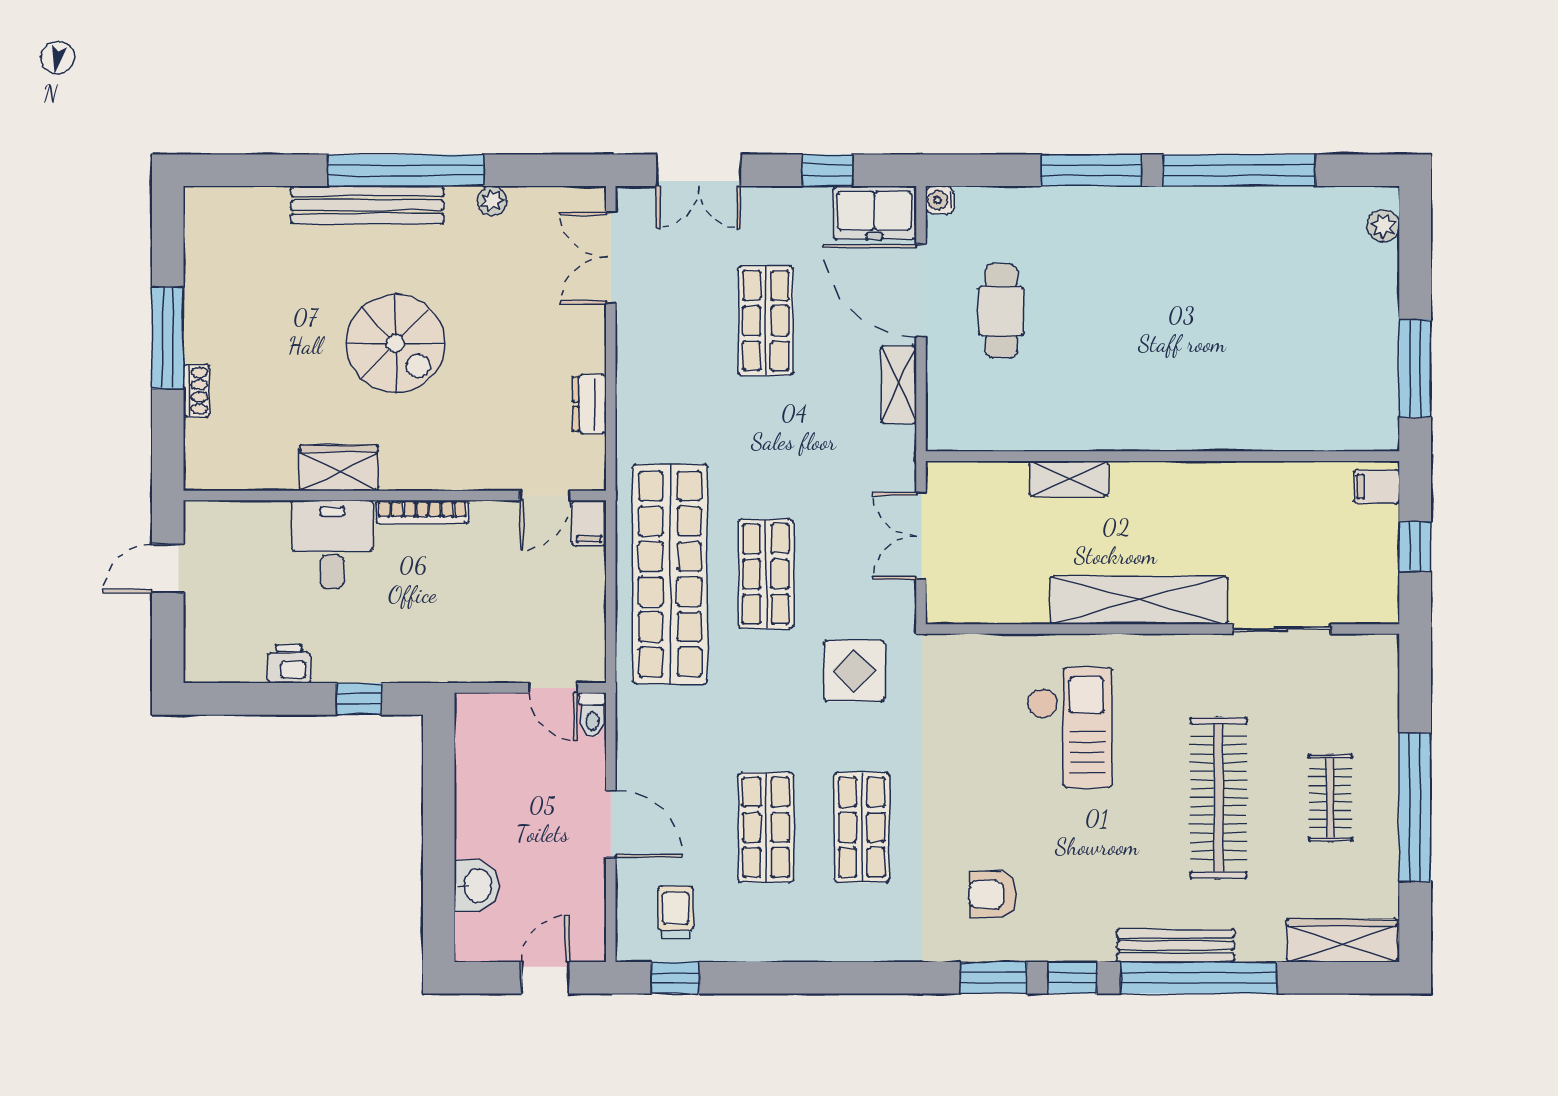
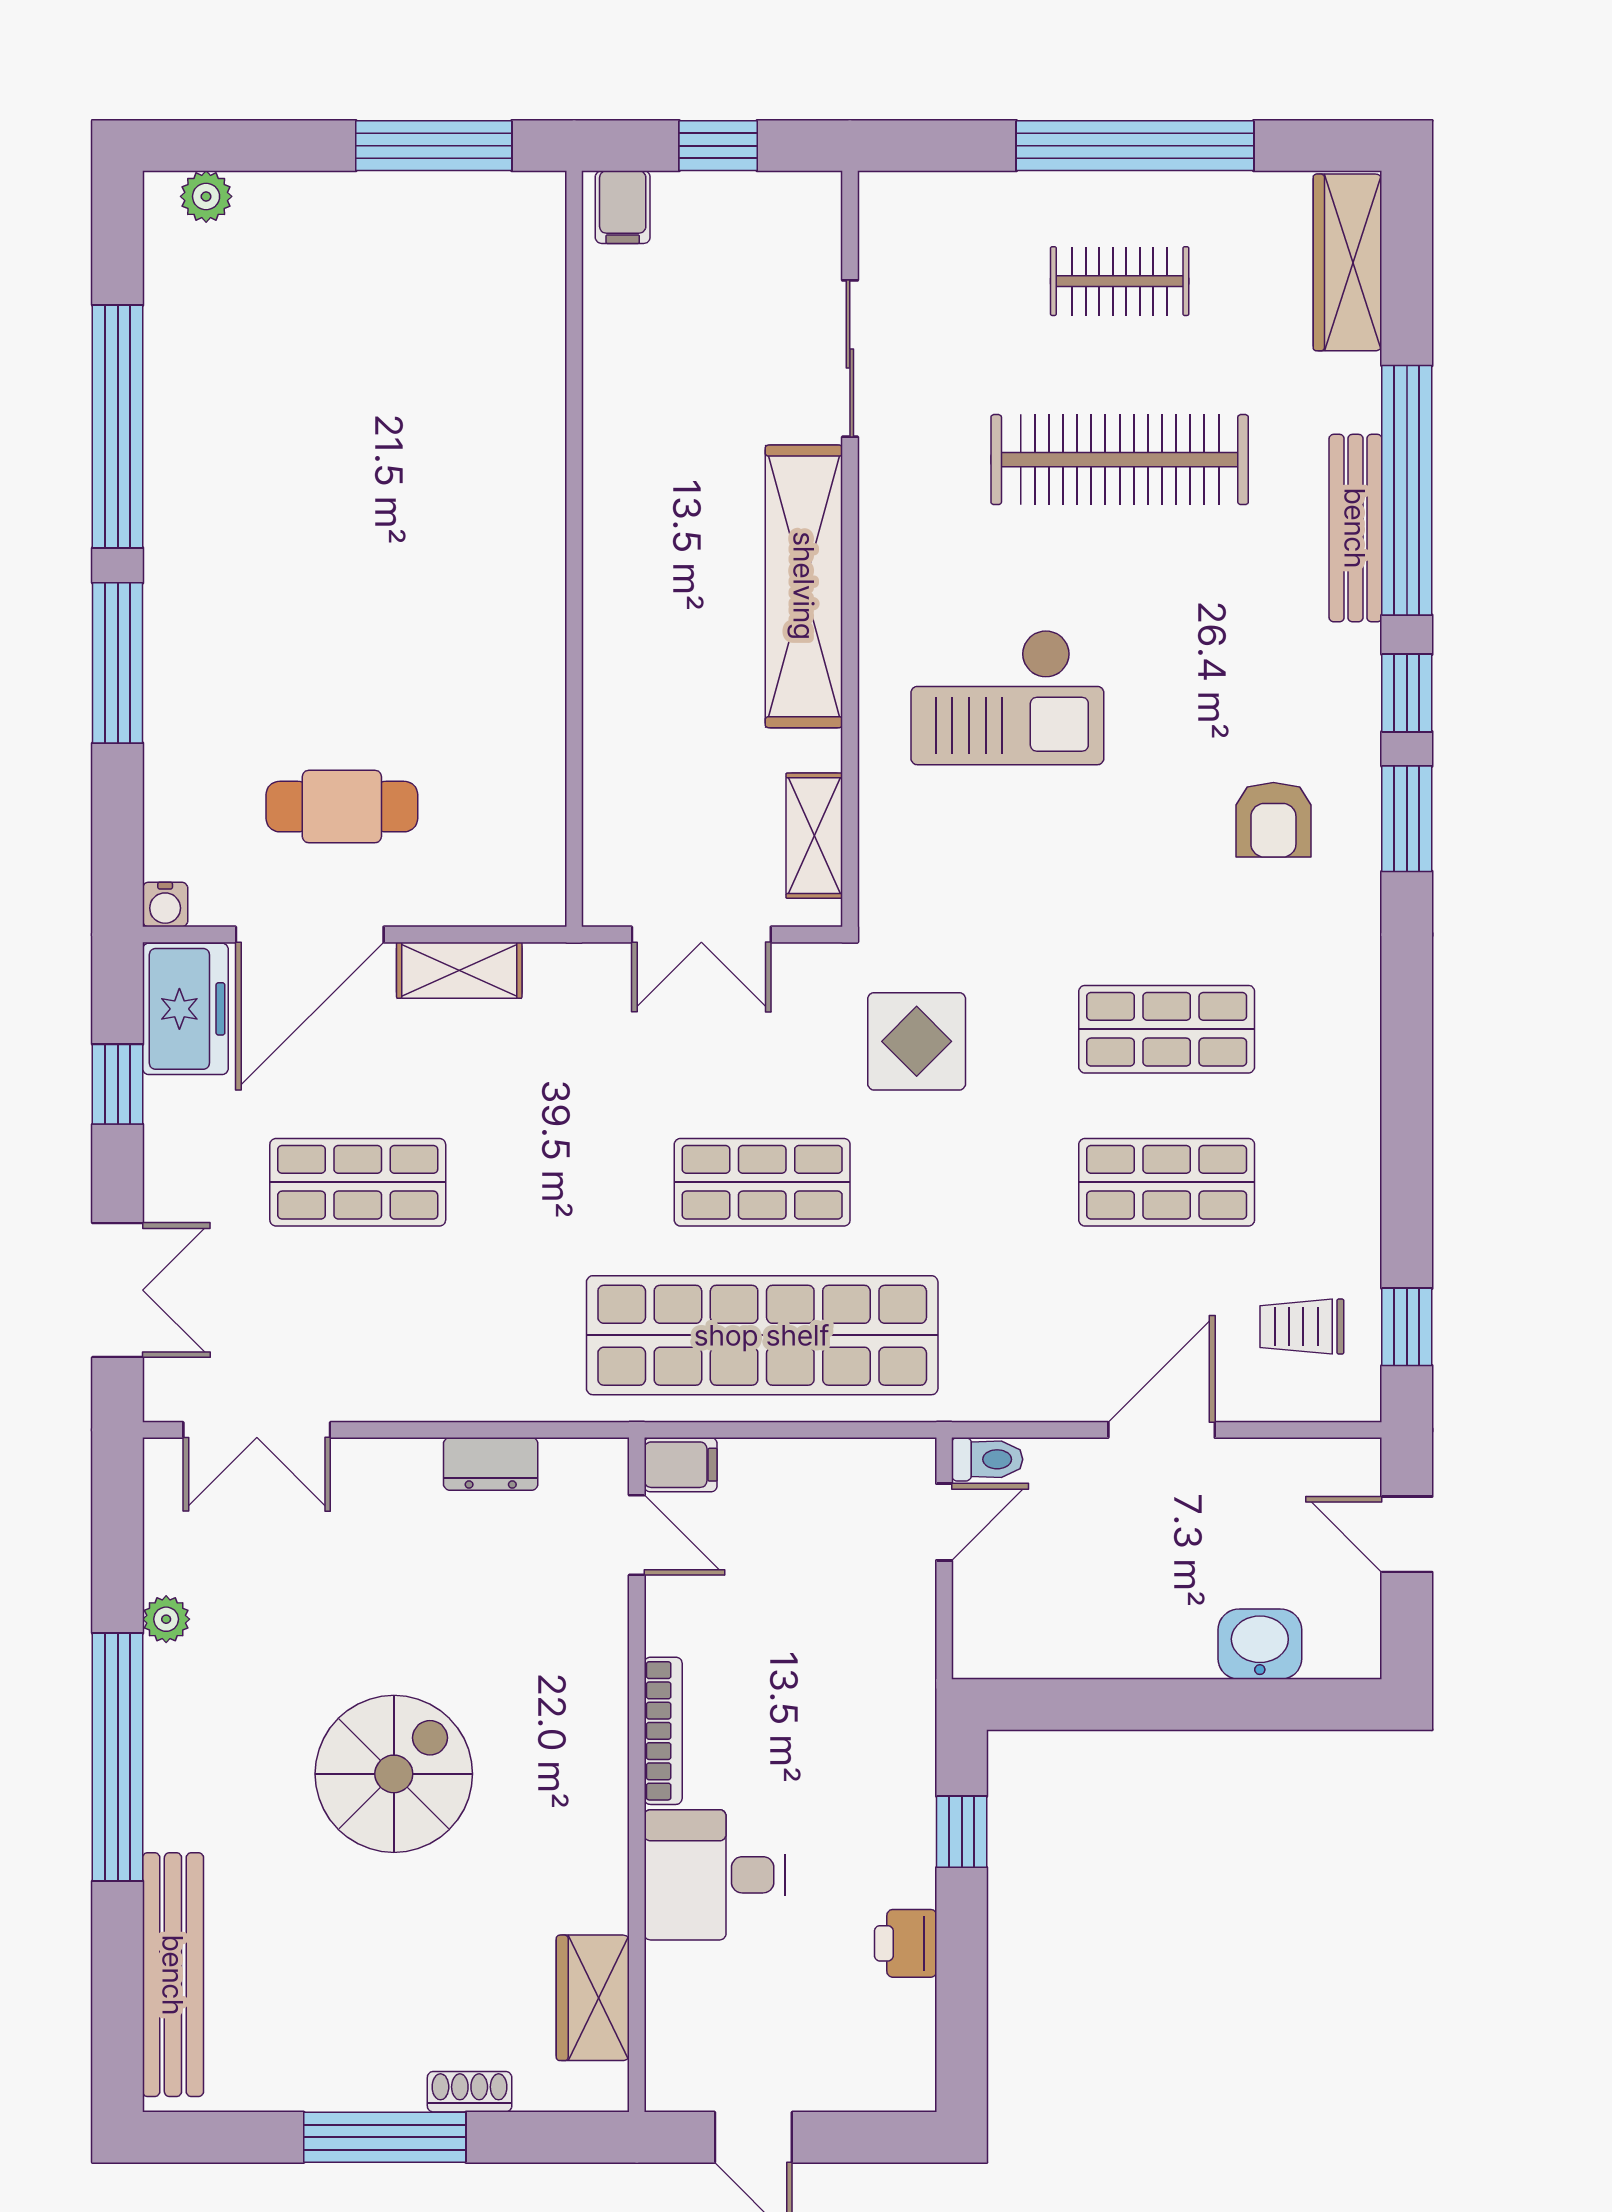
bench: (367, 205) -> (173, 1975), moved
wardrobe: (339, 468) -> (593, 1998), moved
shelving: (1069, 479) -> (814, 836), moved
checkout: (1070, 728) -> (1007, 697), turned 180

